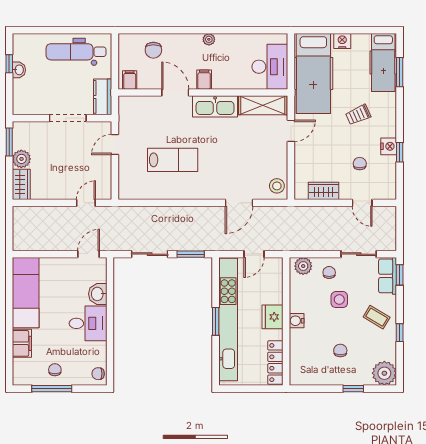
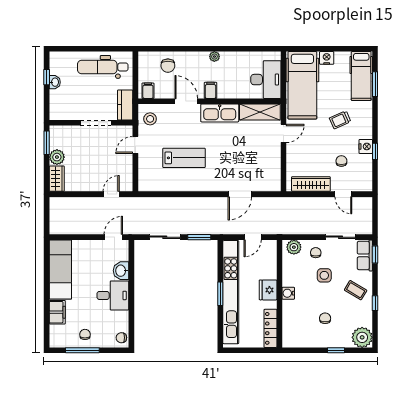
stool: (277, 186) -> (150, 119), moved
wardrobe: (323, 191) -> (311, 184), width x1.50

